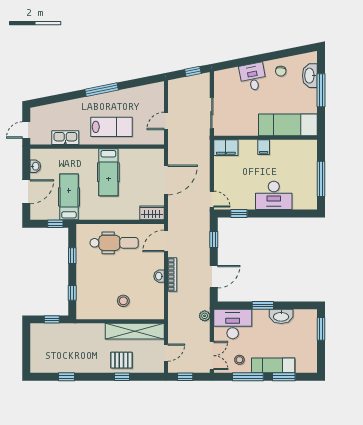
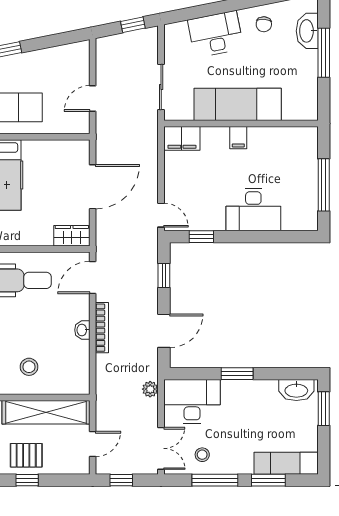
desk: (253, 77) -> (216, 34), width x1.37
exam couch: (288, 125) -> (238, 104), moved
washbasin: (281, 316) -> (296, 390), moved
exam couch: (273, 365) -> (286, 463), moved

